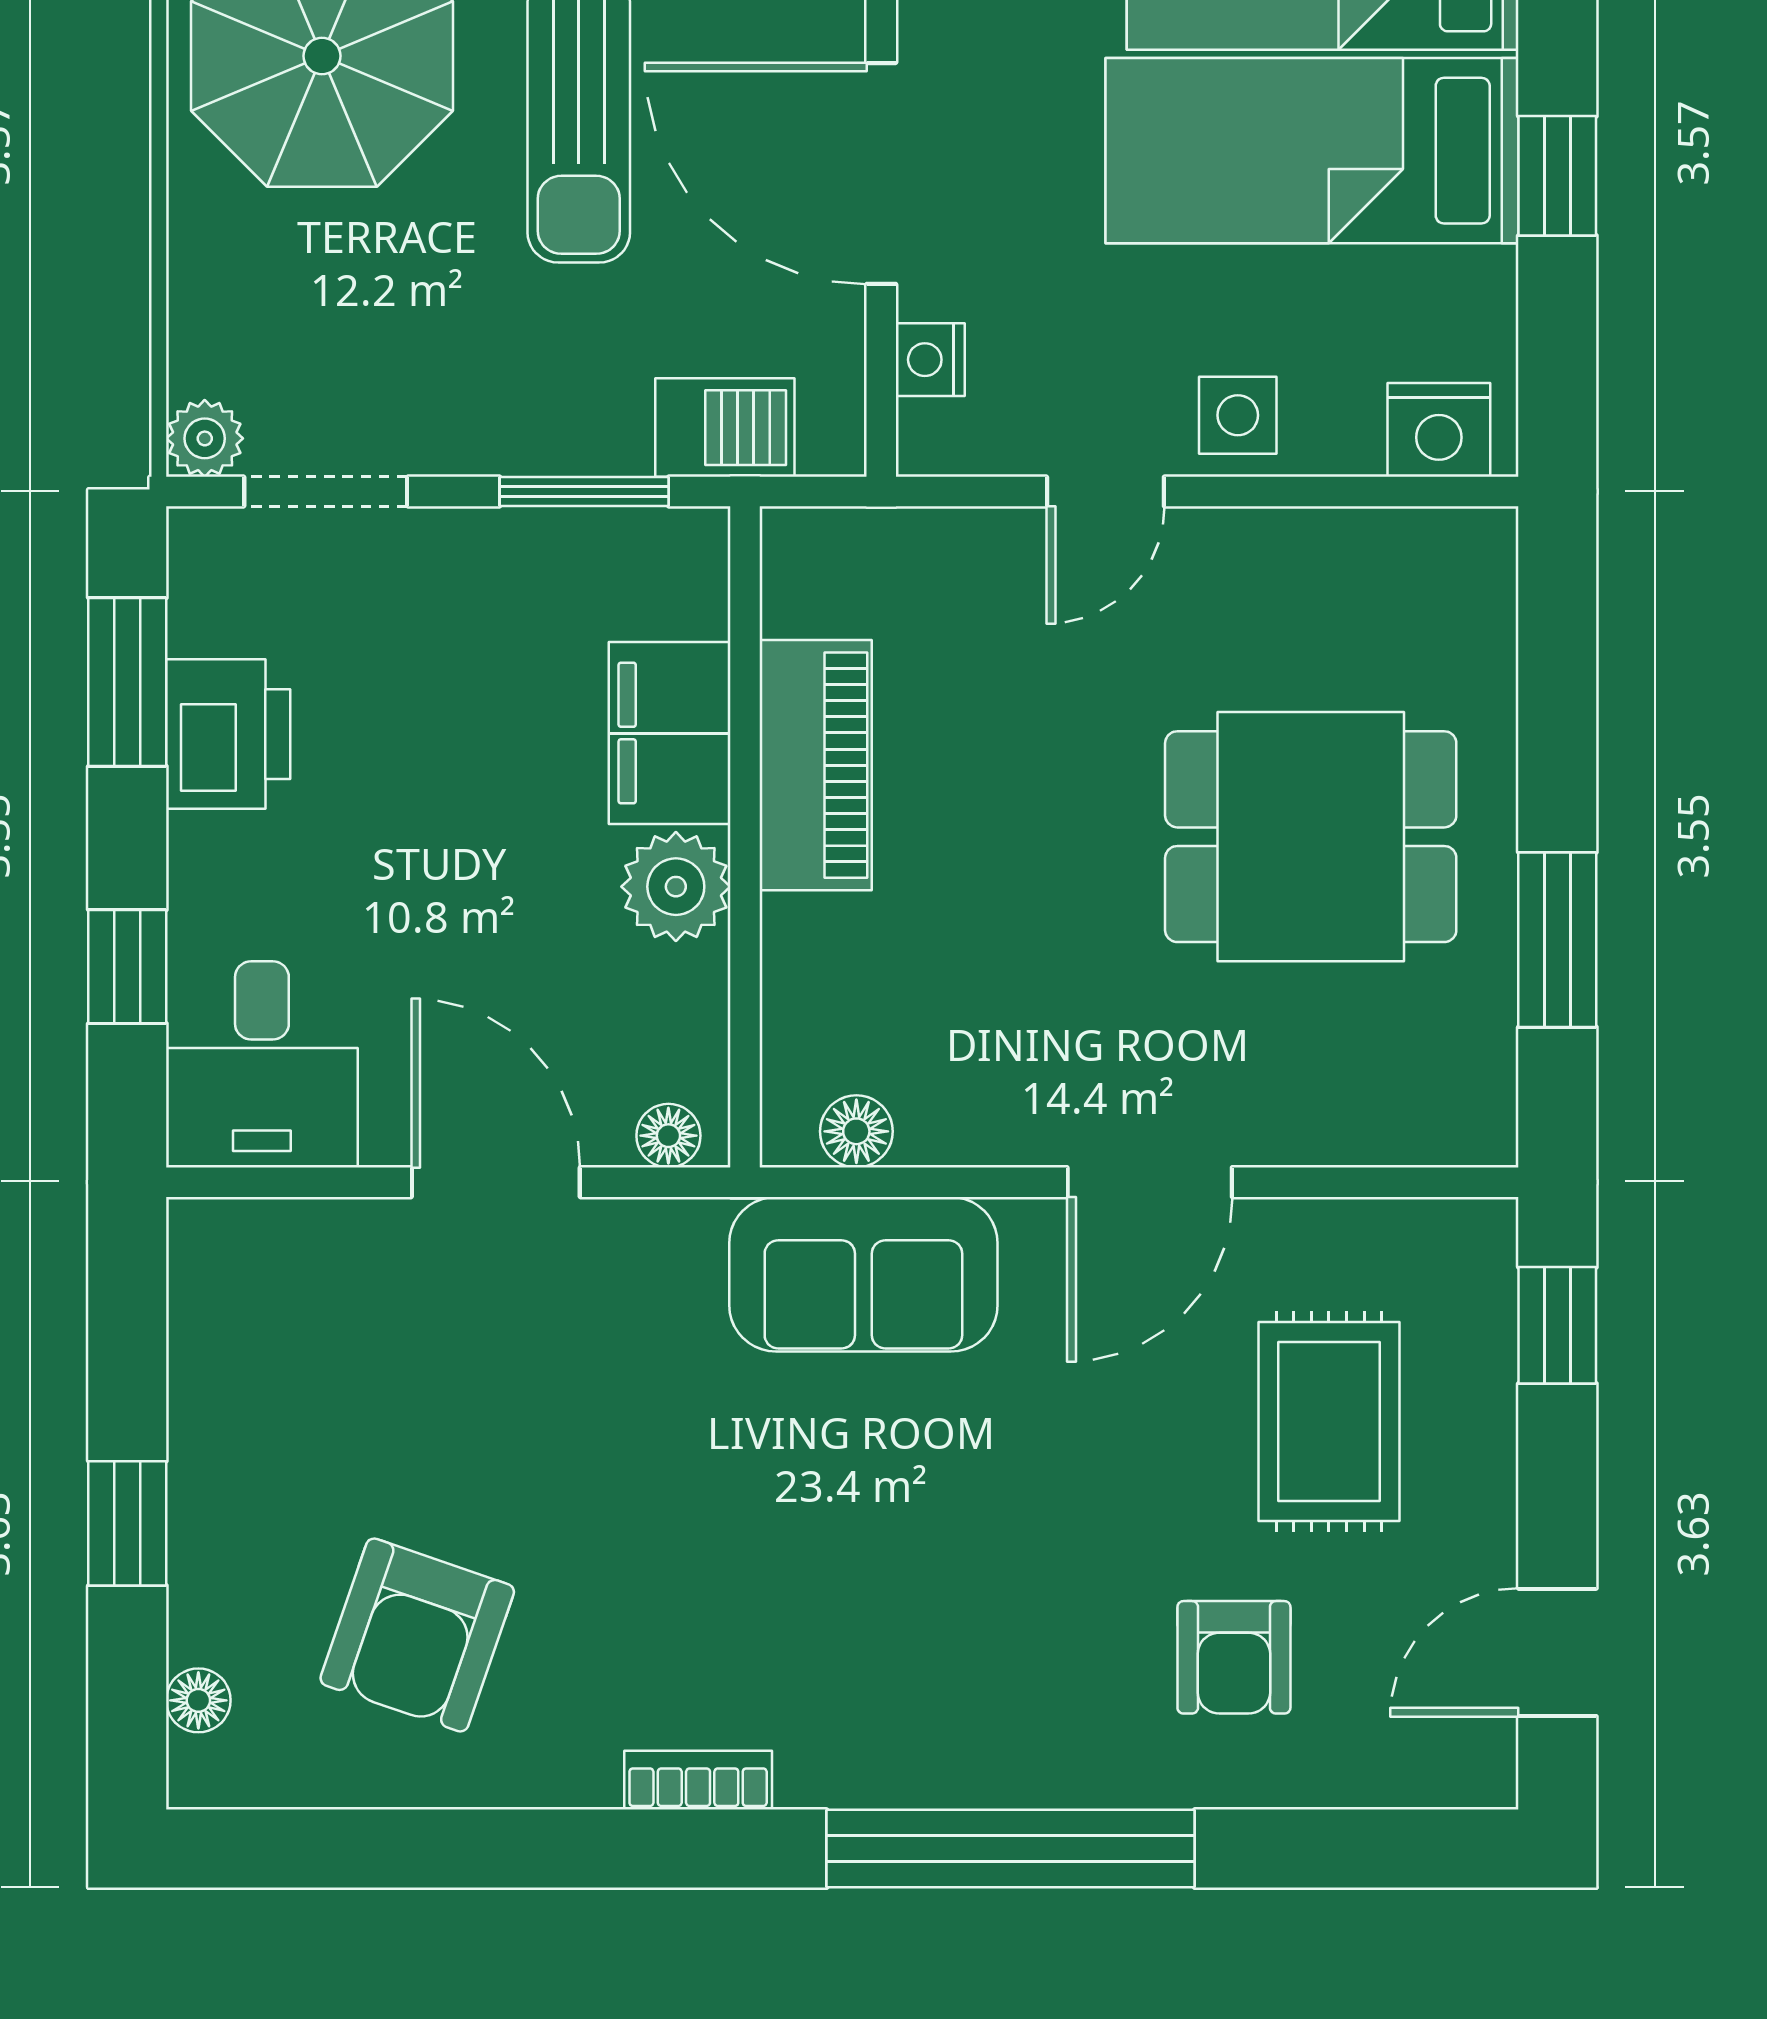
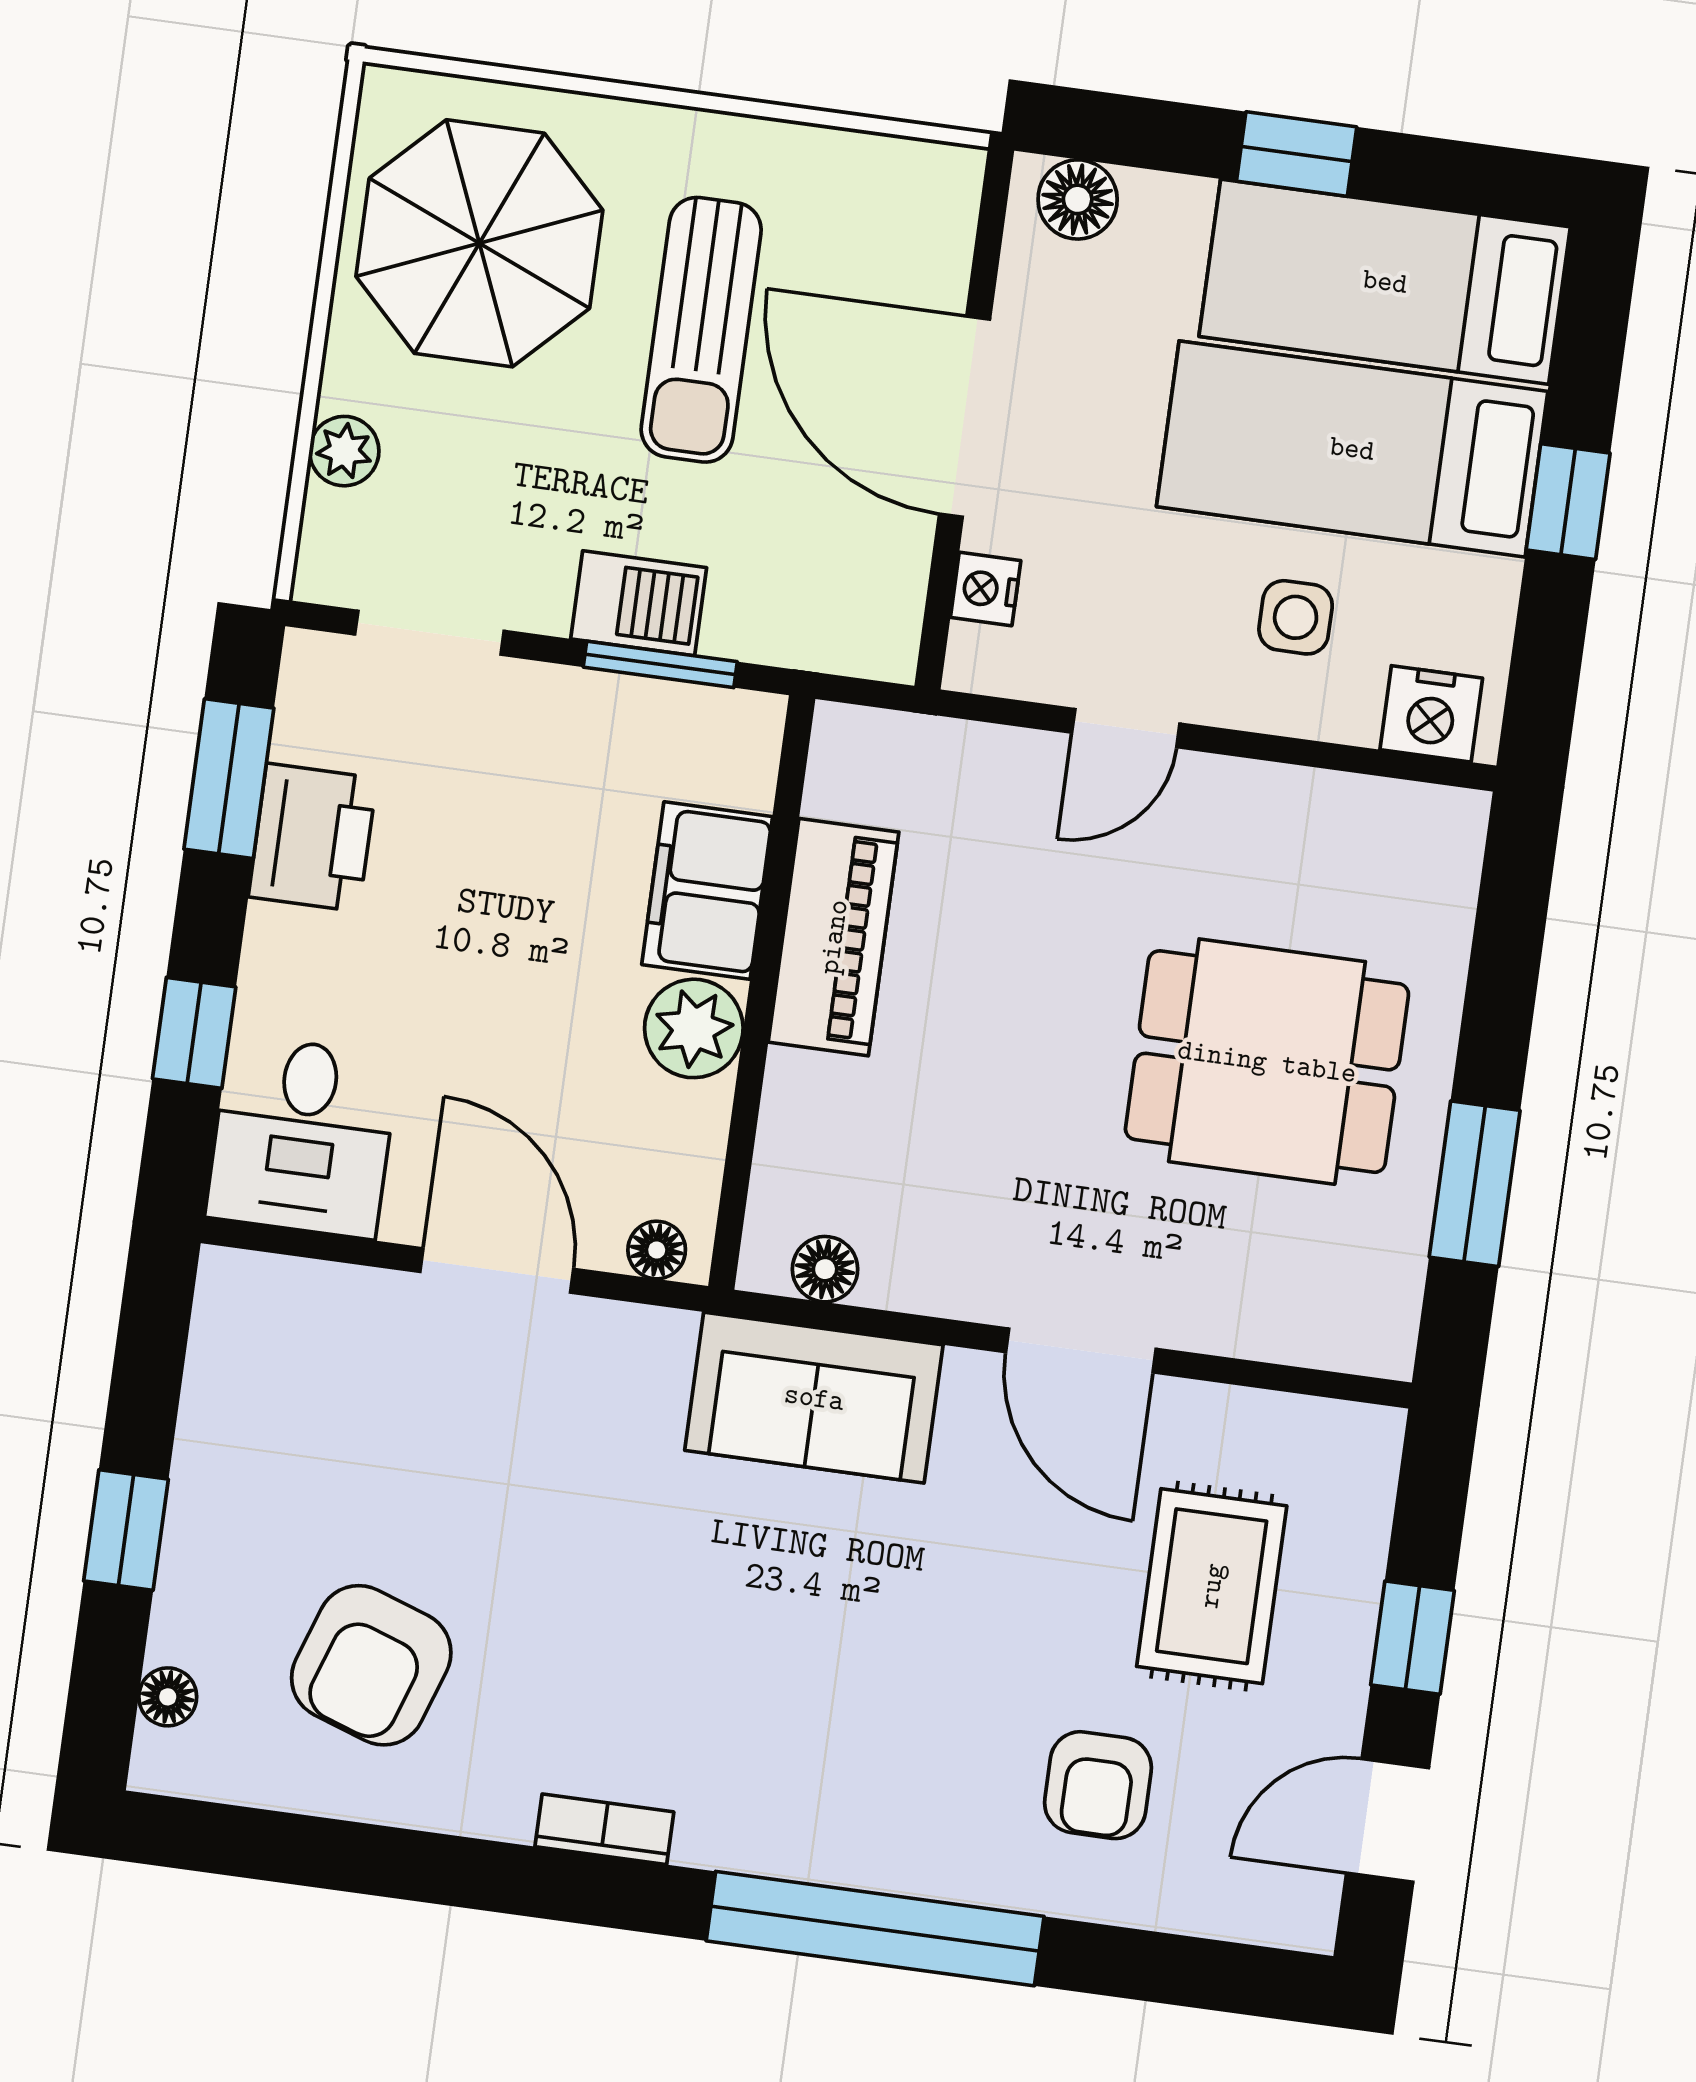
side table: (1238, 415) -> (1296, 617), moved
barbecue: (725, 428) -> (639, 603), moved
plant: (205, 438) -> (344, 451), moved
door: (1150, 1182) -> (1081, 1350), hinge flipped
window: (1557, 1325) -> (1412, 1638), moved

